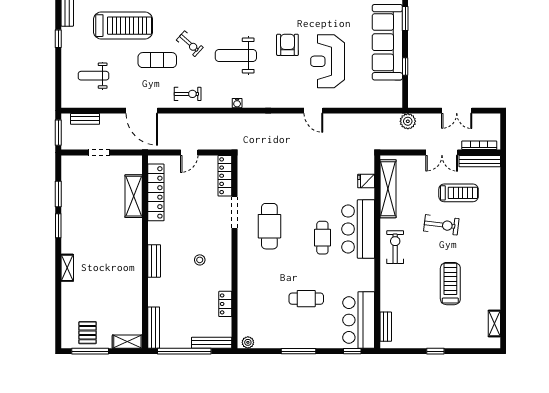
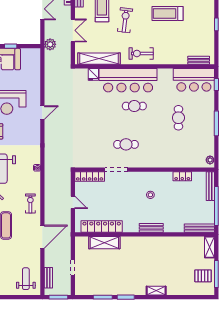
weight bench: (93, 76) -> (26, 279), moved, turned 180
double door: (442, 153) -> (73, 30), moved
cafe table: (269, 226) -> (126, 144), width x0.73, depth x0.74
bar counter: (358, 229) -> (128, 80), width x1.36

